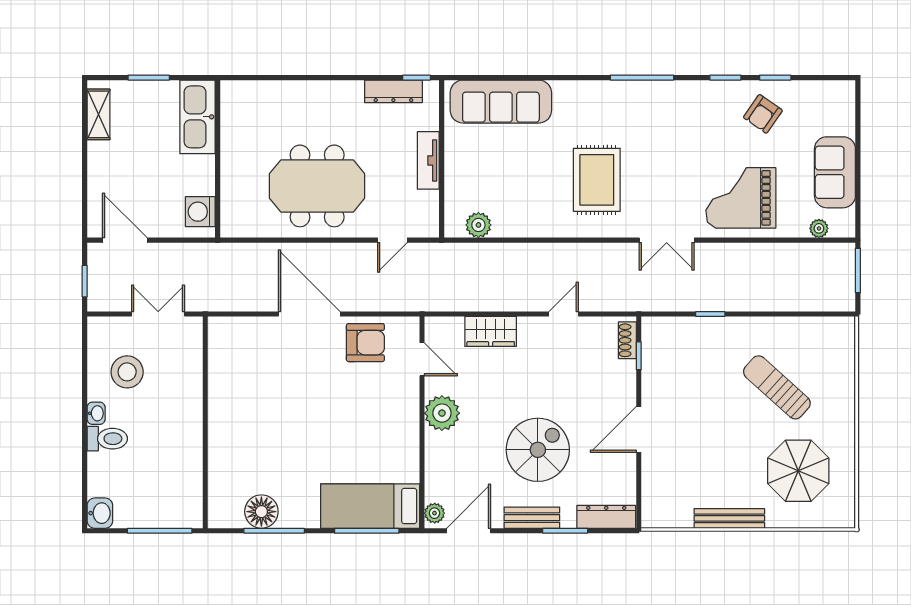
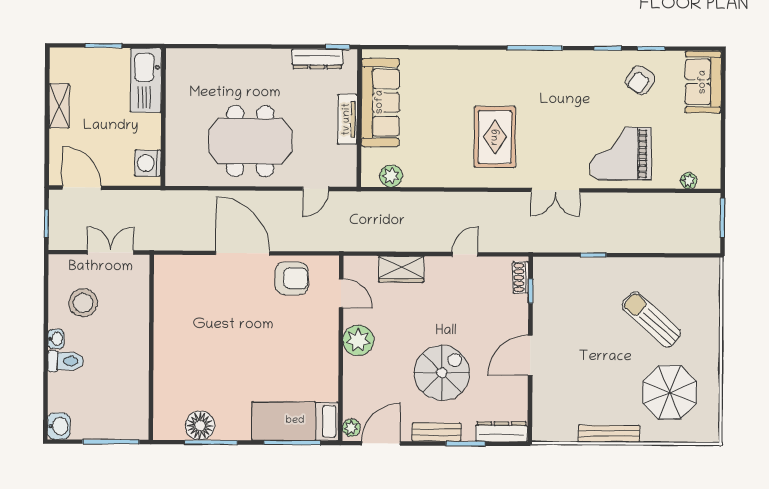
sofa: (501, 102) -> (380, 102), moved, turned -90
shelving: (98, 114) -> (59, 106), moved
sofa: (835, 172) -> (703, 82), moved

